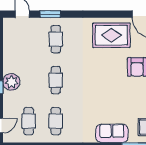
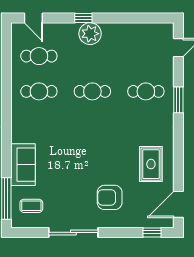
window: (50, 14) -> (178, 100), moved
rug: (111, 35) -> (151, 164), width x0.73, depth x0.70

